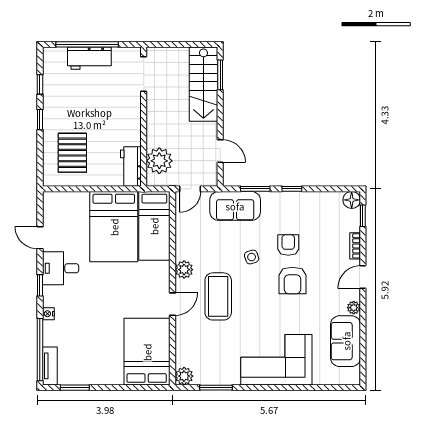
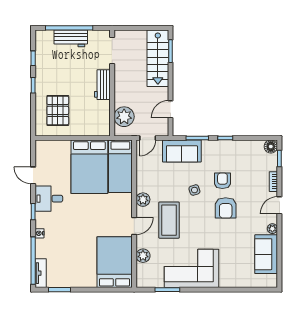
door: (220, 151) -> (170, 109), swing flipped
workbench: (131, 166) -> (102, 85), moved
corner sofa: (276, 360) -> (191, 268), moved
plant: (184, 376) -> (143, 256), moved

